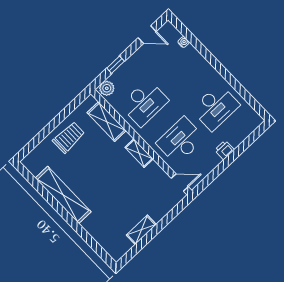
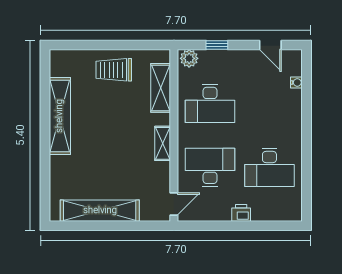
trolley: (69, 137) -> (114, 70), turned 180
door: (180, 183) -> (174, 204), hinge flipped
shelving: (141, 230) -> (100, 211), width x2.20, depth x1.33

